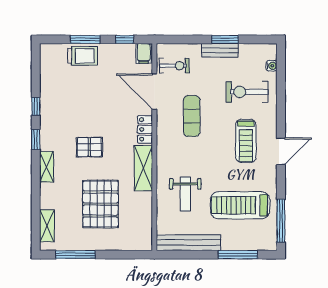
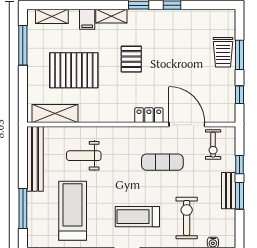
window: (194, 39) -> (239, 165), added
filing cabinet: (144, 53) -> (87, 19), moved, turned -90
door: (154, 92) -> (187, 125), hinge flipped
shelving: (143, 168) -> (55, 113), moved

